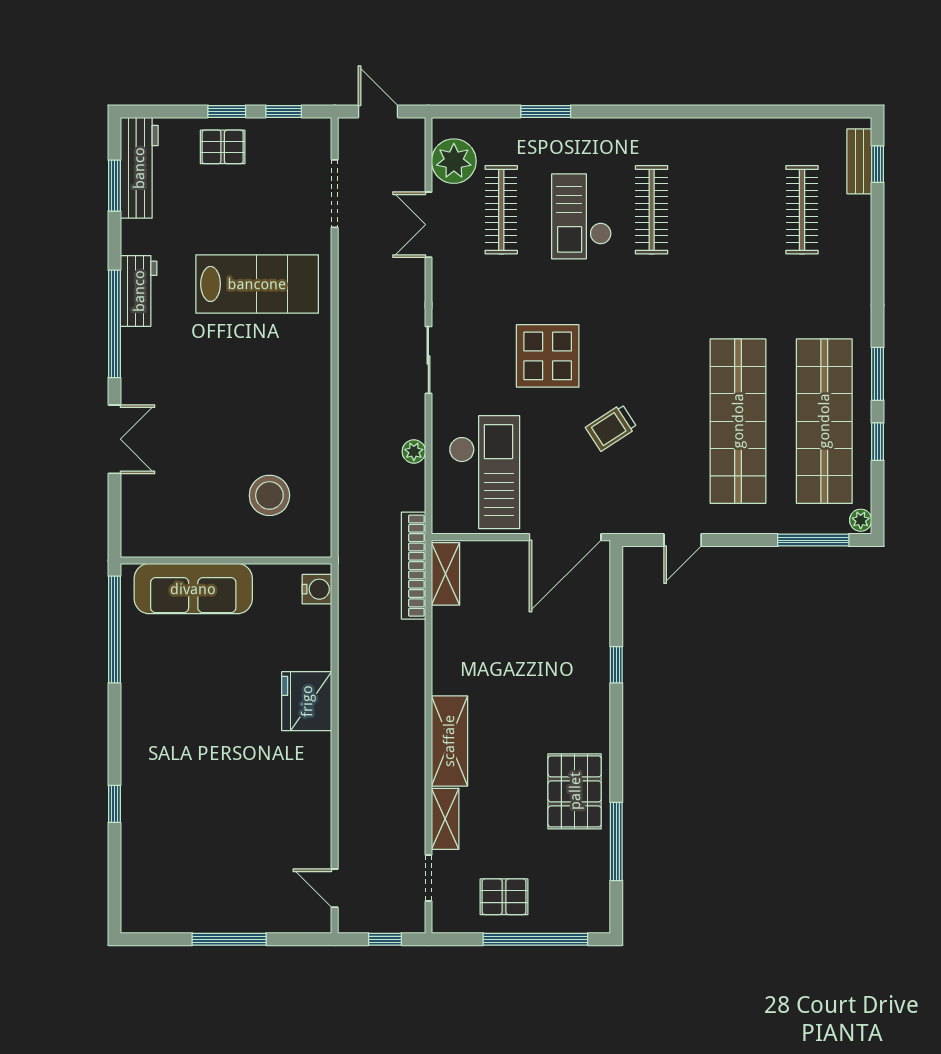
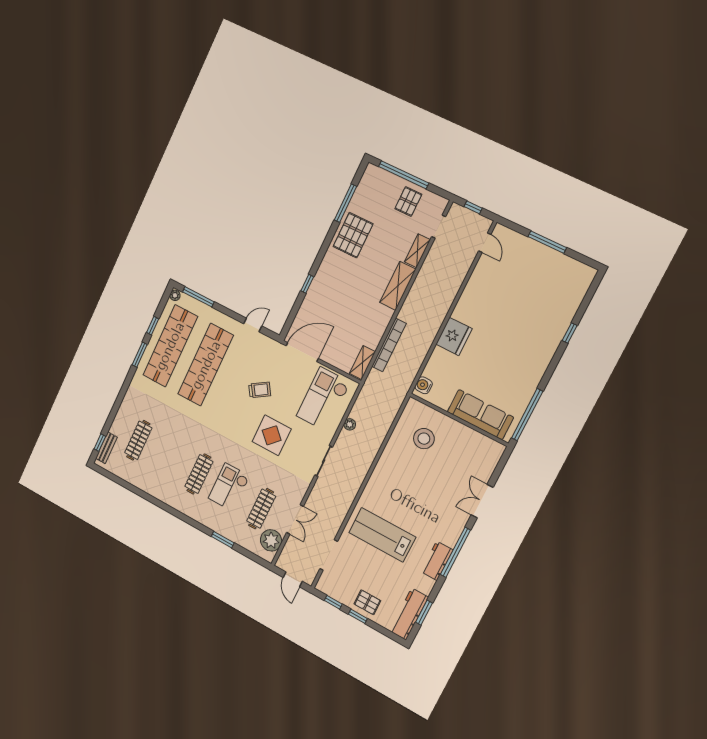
checkout: (582, 216) -> (229, 487), turned 180
bookcase: (413, 566) -> (389, 345), moved
pallet: (504, 897) -> (408, 201), turned 90

